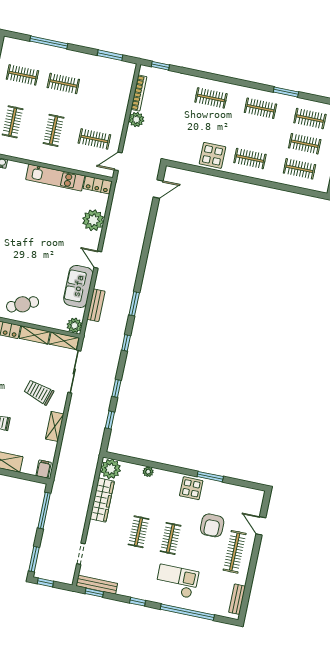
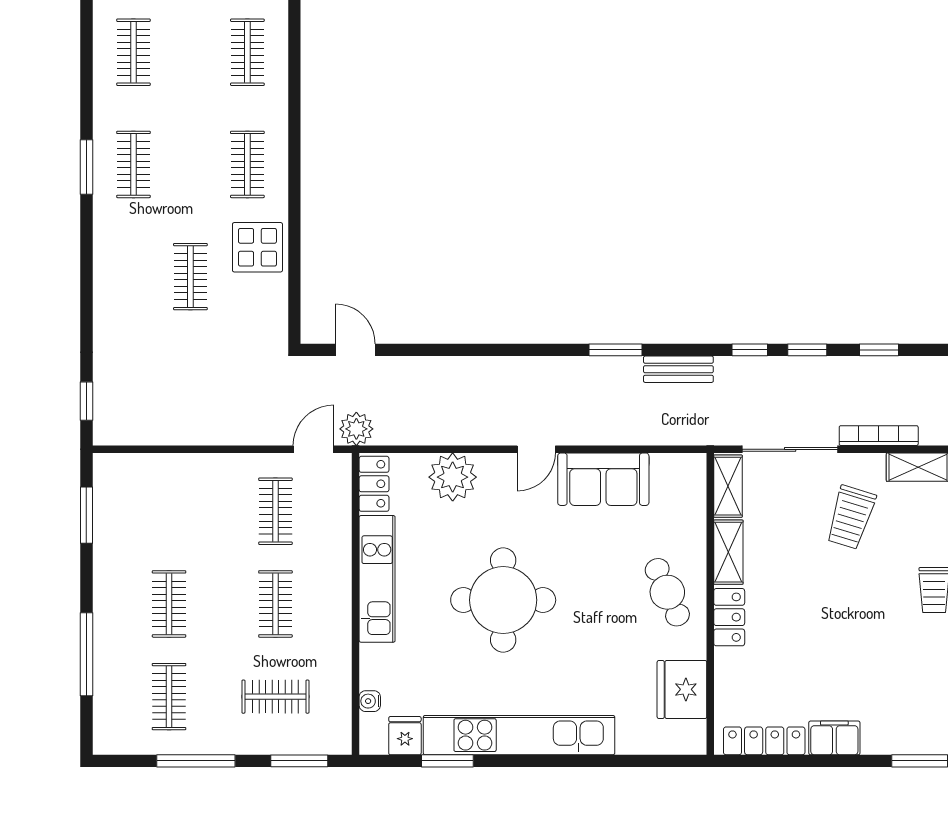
window: (286, 92) -> (86, 167), moved
bookcase: (139, 93) -> (879, 436), moved
clothes rail: (211, 98) -> (190, 277), moved
plant: (136, 120) -> (356, 429), moved
clothes rail: (54, 130) -> (275, 604), turned 90
clothes rail: (305, 144) -> (190, 52), removed
door: (118, 161) -> (313, 449), swing flipped
round table: (34, 231) -> (503, 600), added
bench: (96, 305) -> (678, 369), moved
plant: (74, 325) -> (690, 470), removed
window: (126, 343) -> (750, 350), moved

